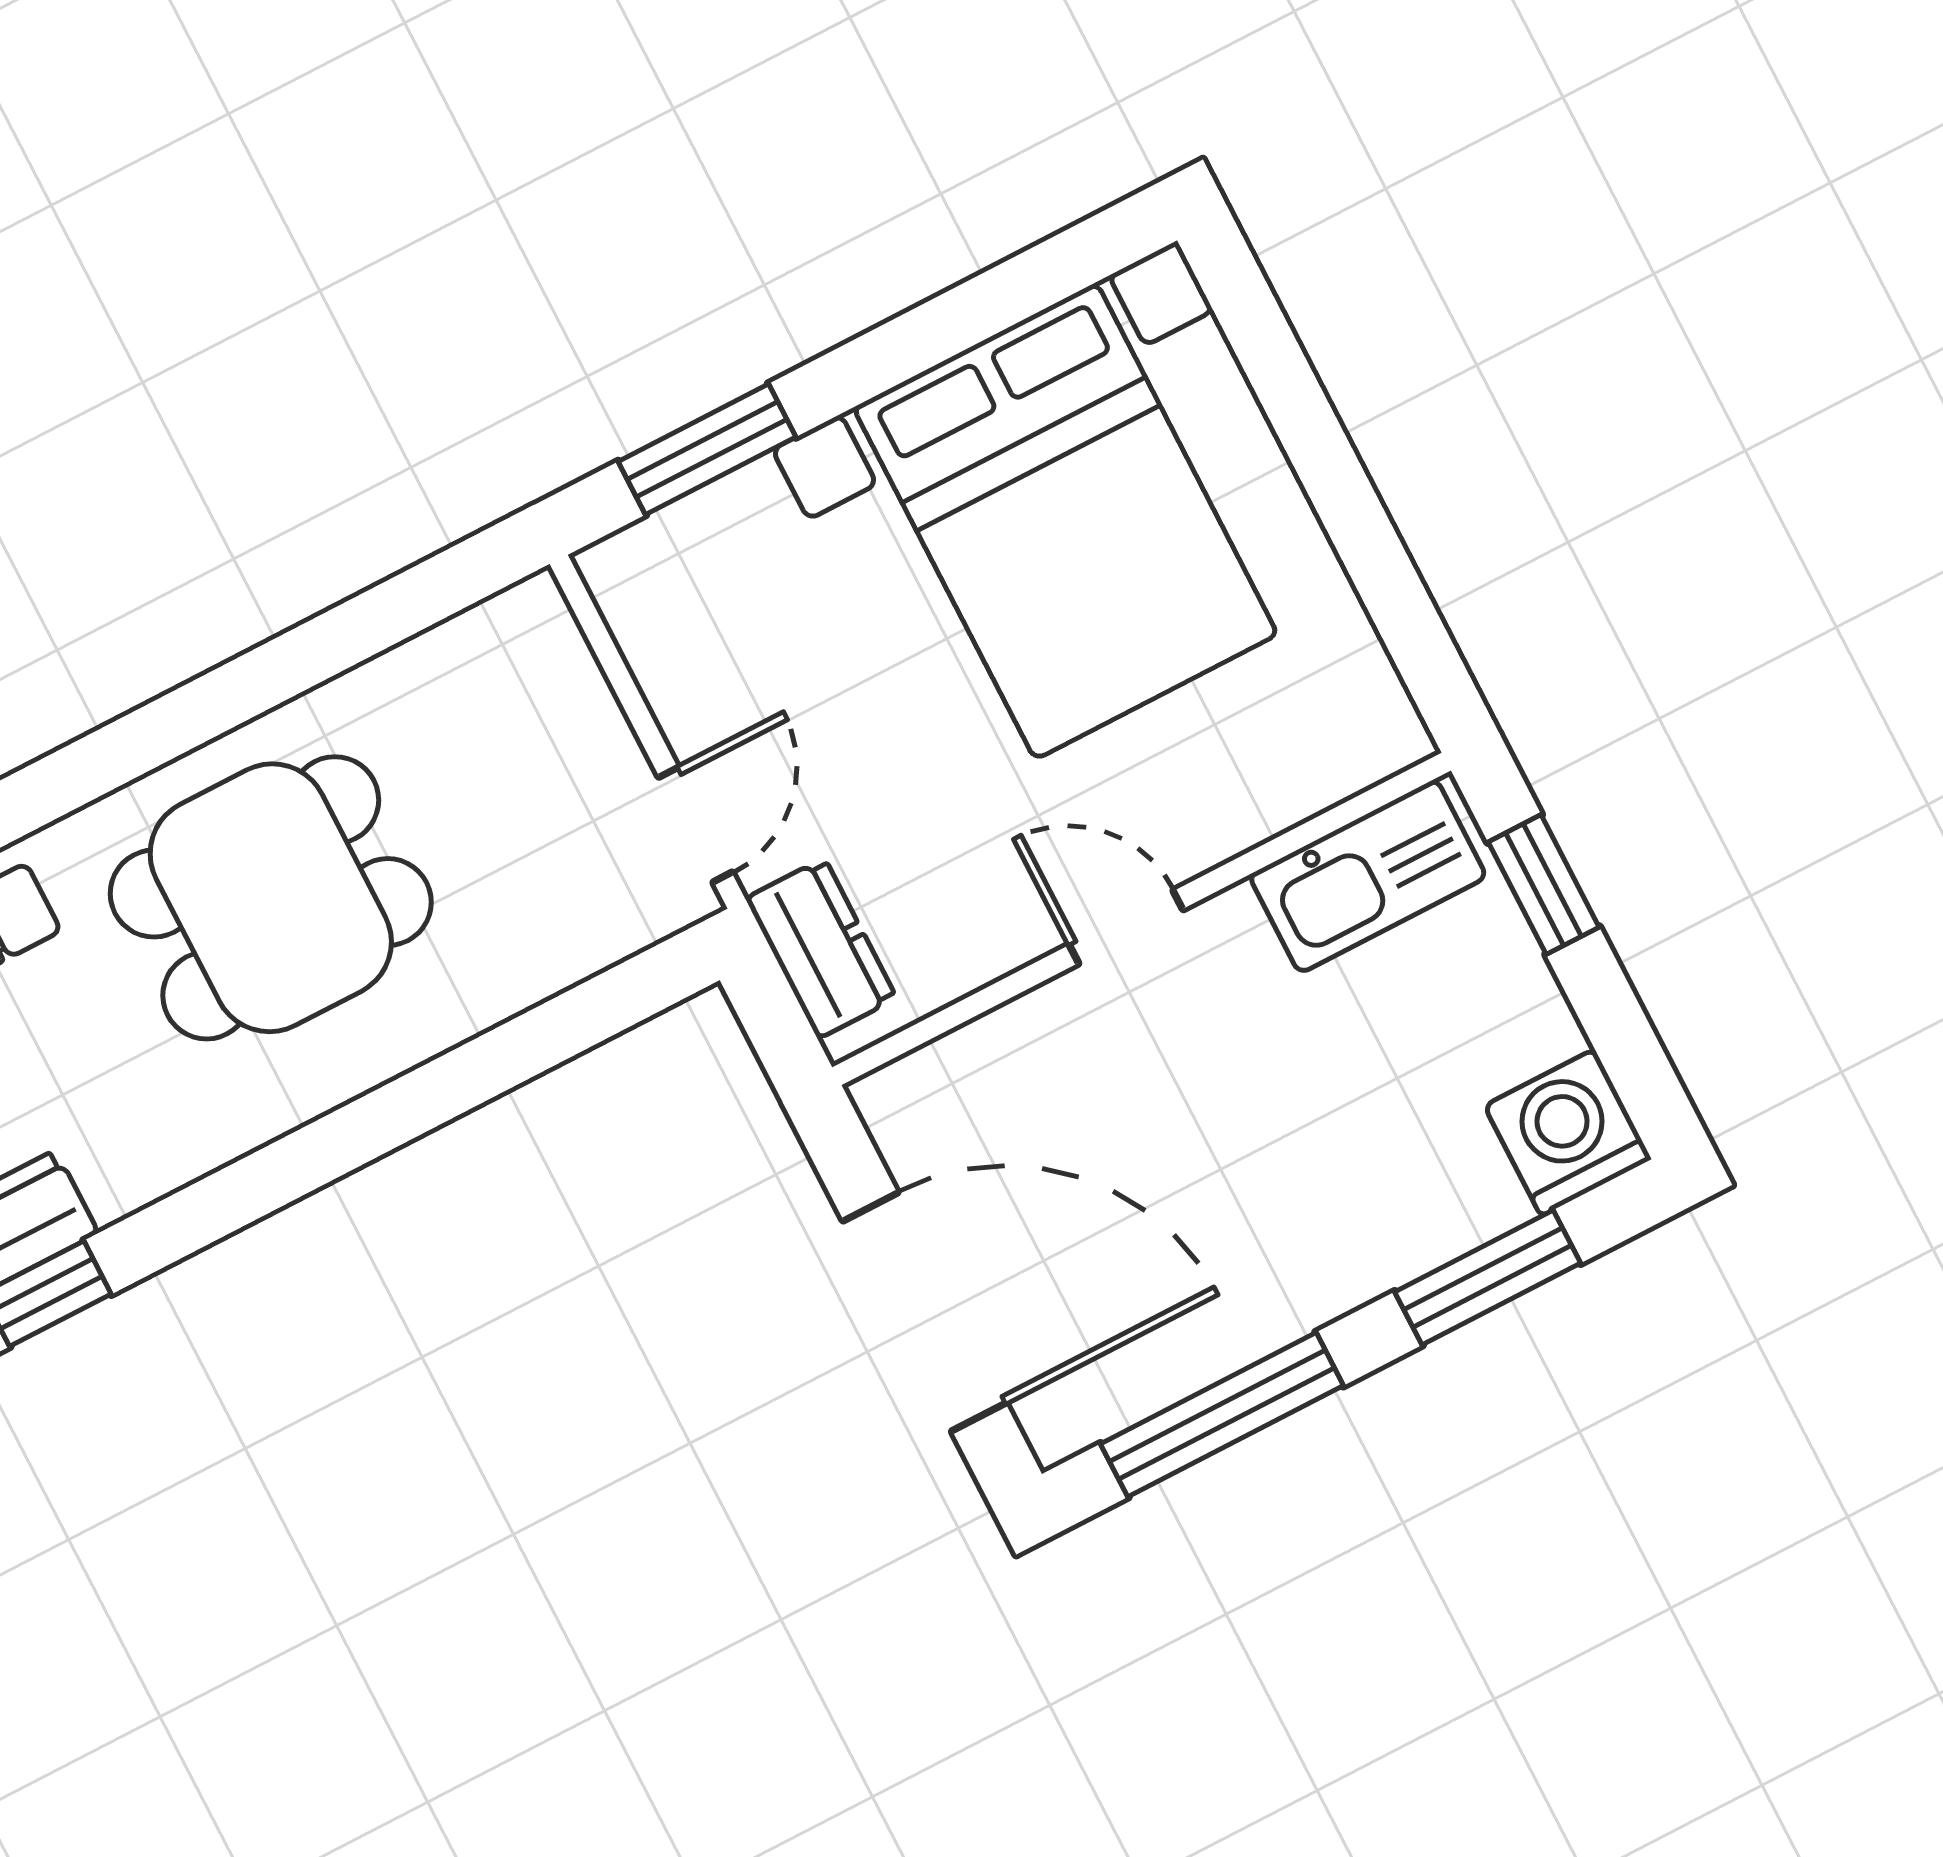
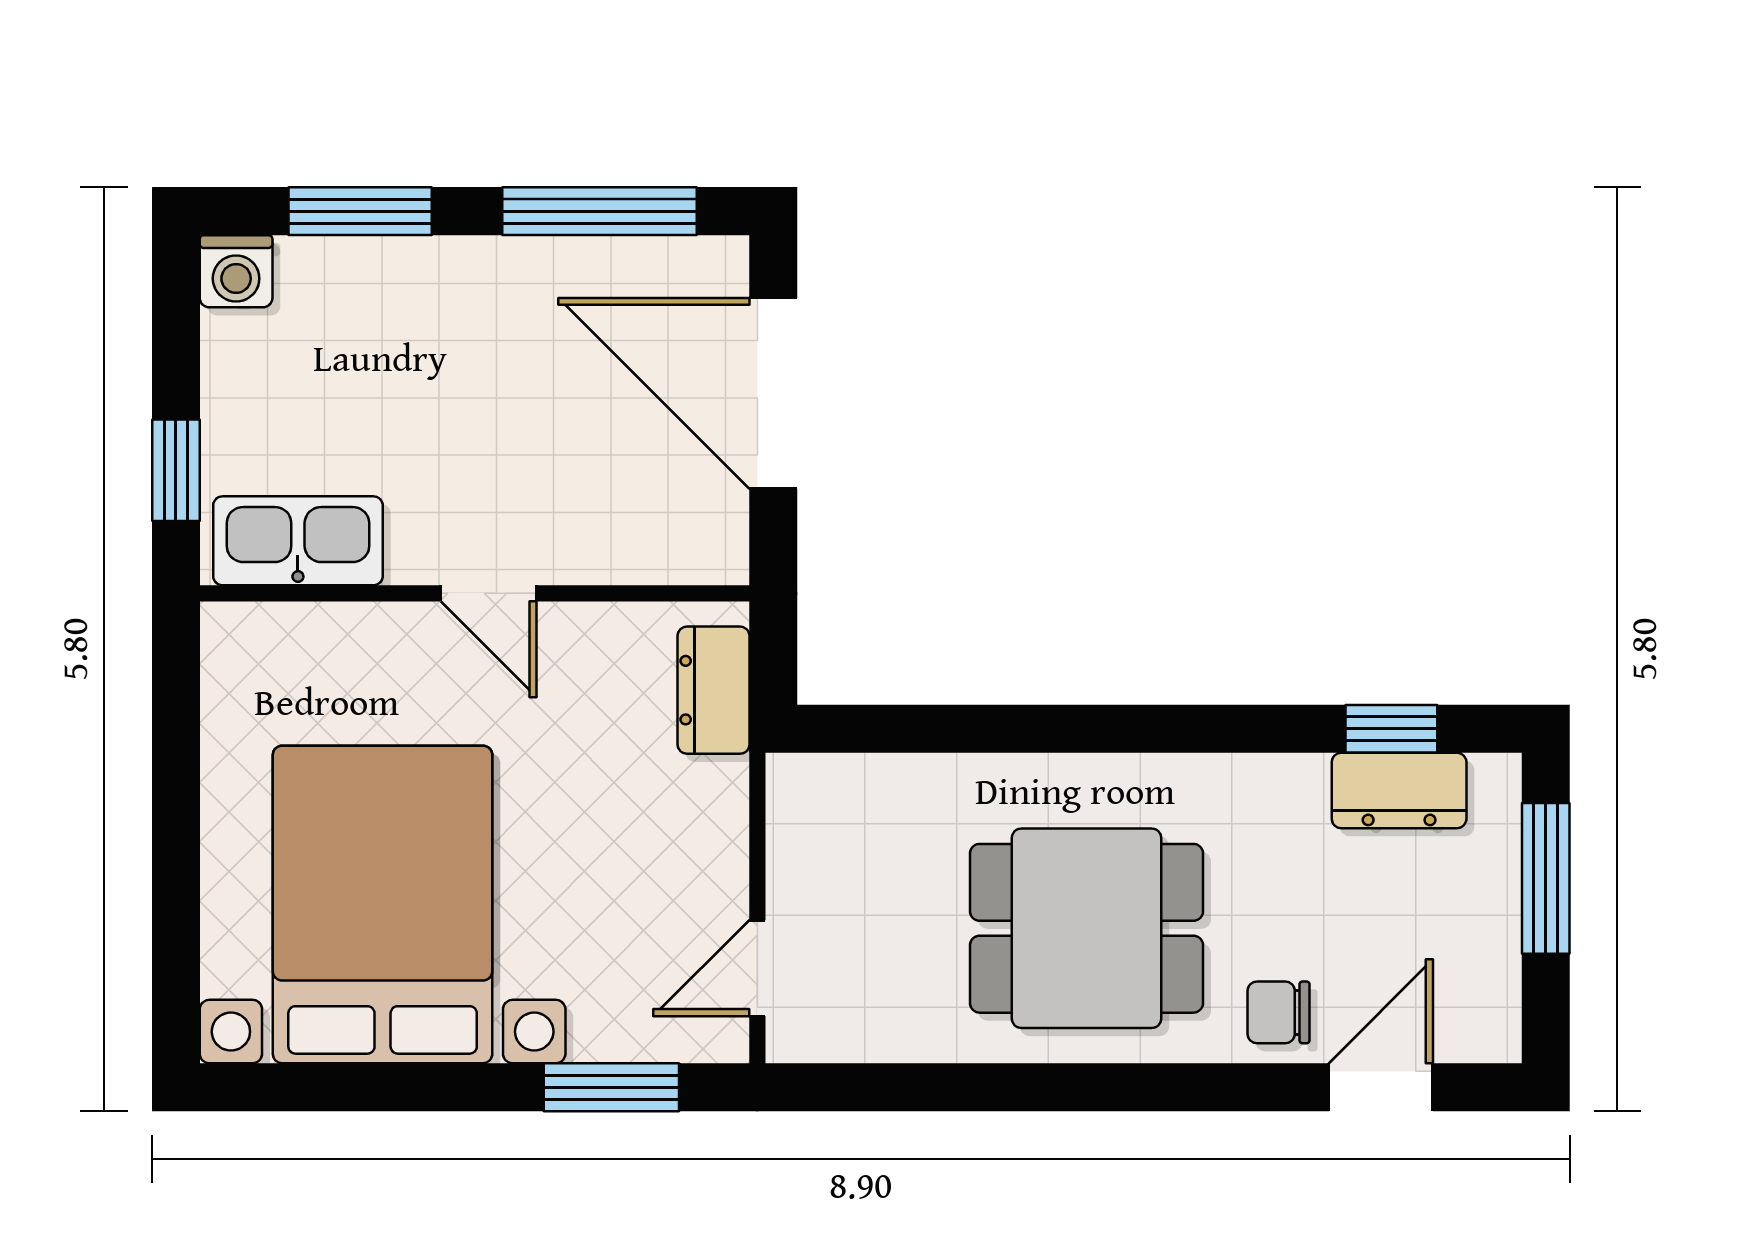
door: (696, 825) -> (757, 968), moved
washing machine: (1568, 1132) -> (236, 271), width x0.73, depth x0.73

